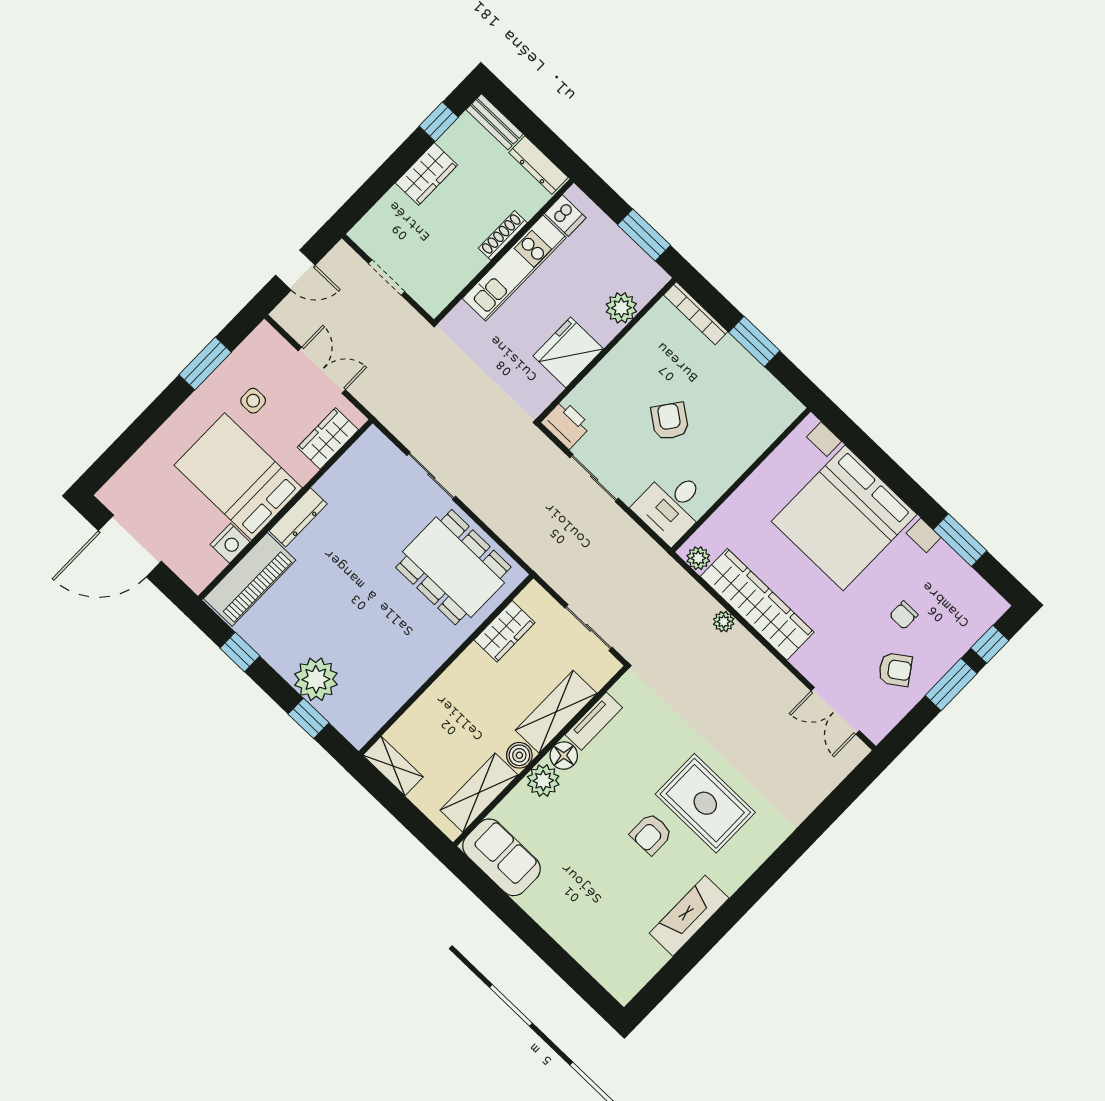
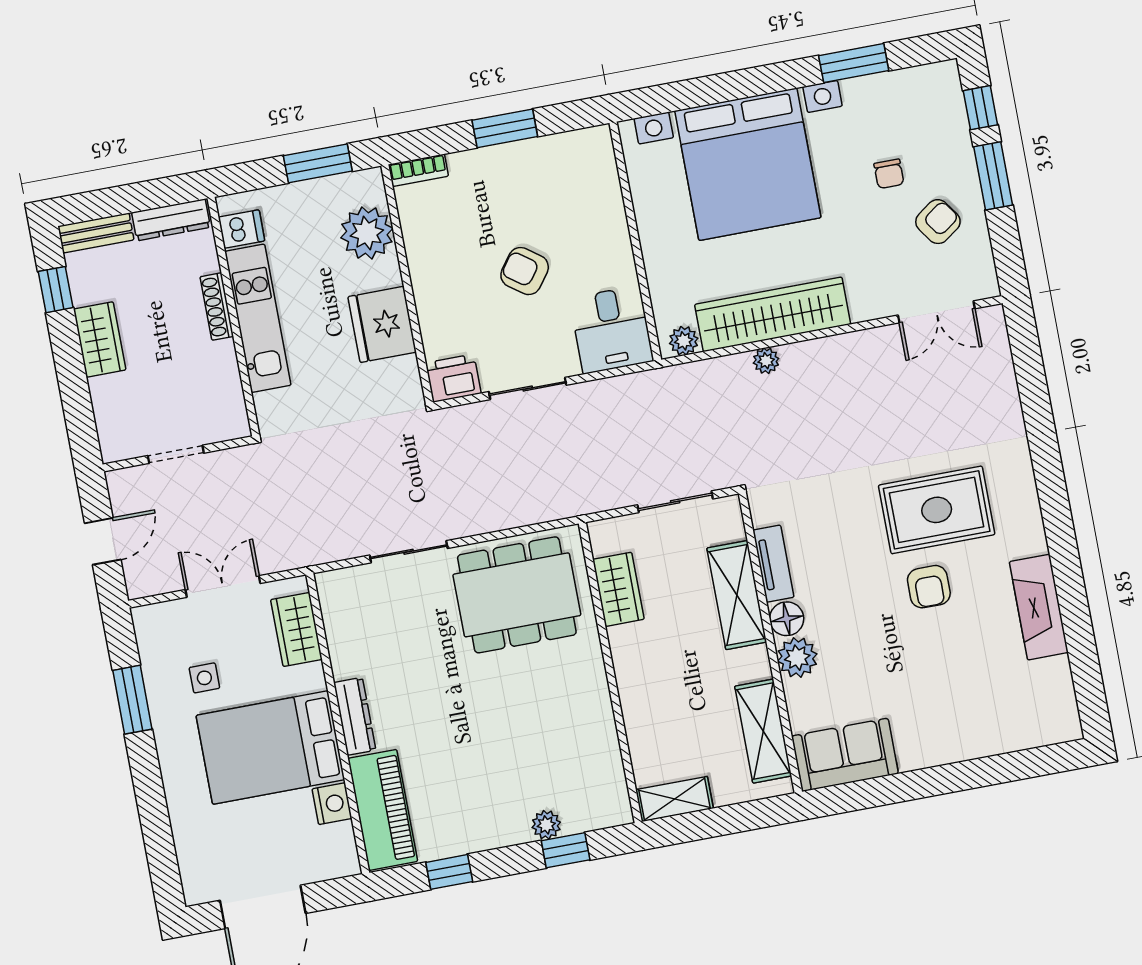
plant: (621, 308) -> (367, 233), width x1.36, depth x1.36
bookcase: (696, 313) -> (418, 170), width x0.64
plant: (316, 679) -> (546, 825), width x0.53, depth x0.53
boiler: (519, 755) -> (754, 663), removed

